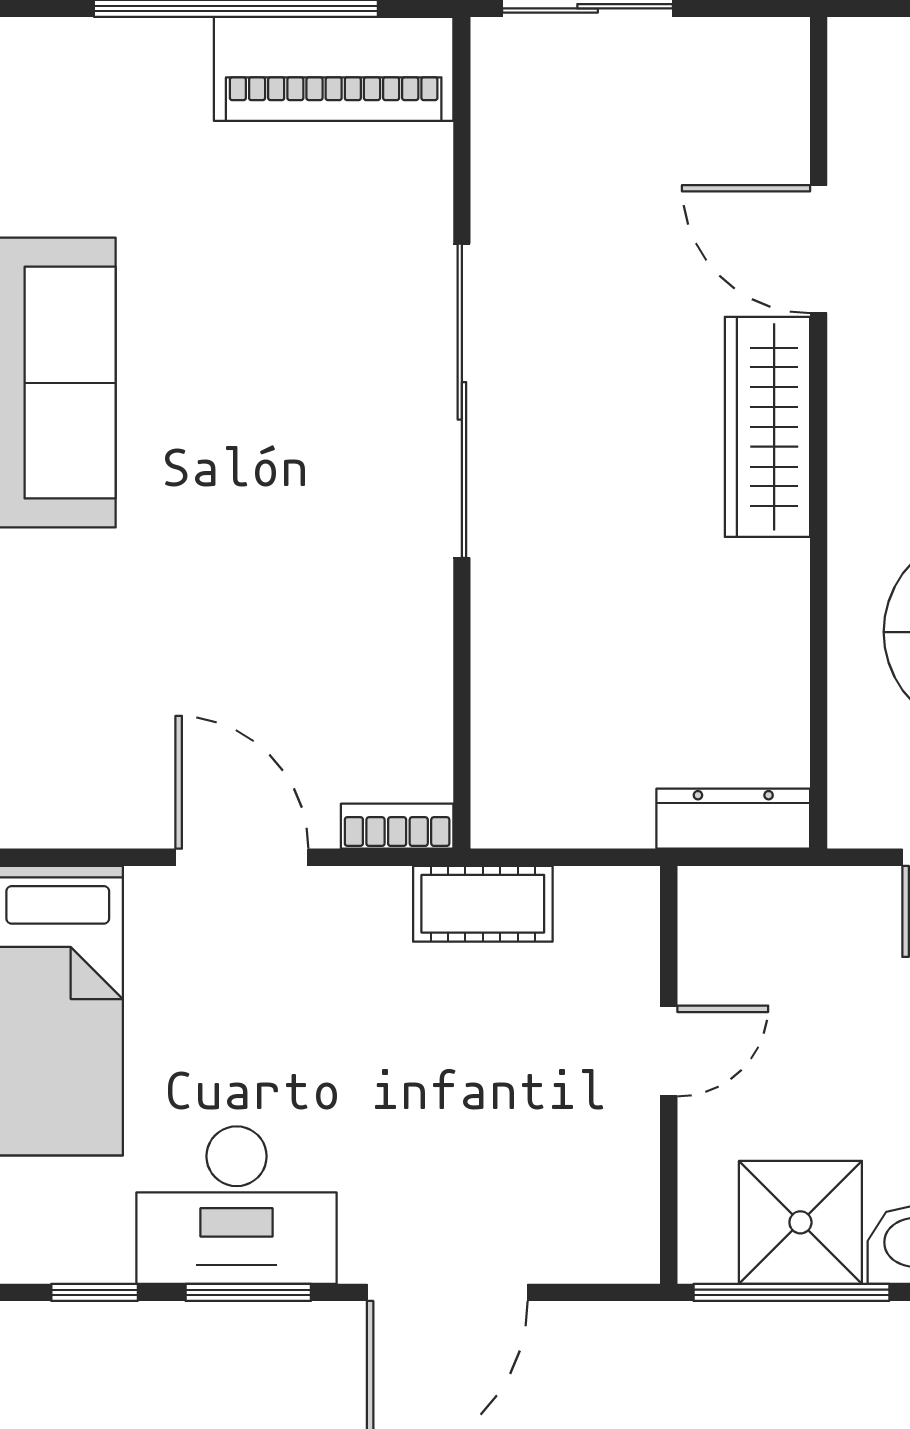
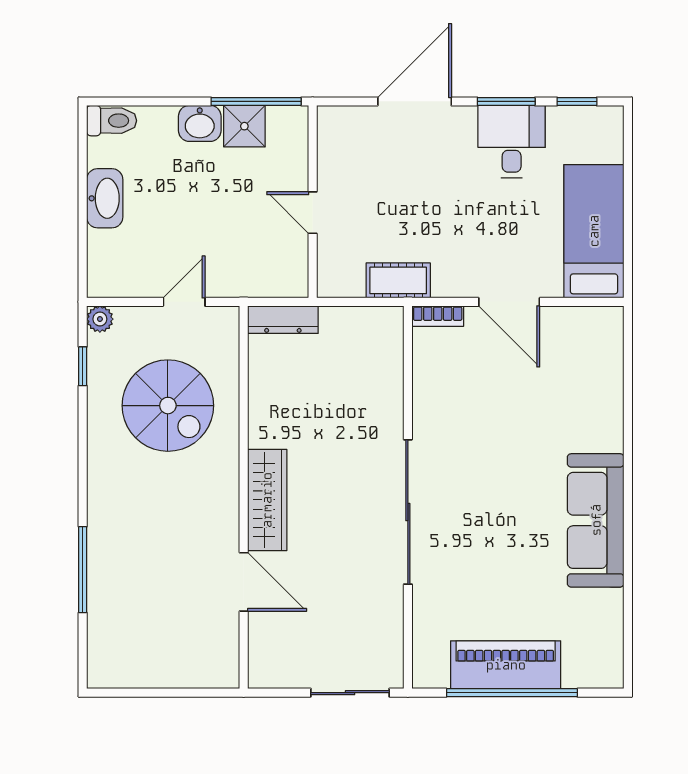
piano: (334, 69) -> (506, 665), moved
door: (669, 1051) -> (313, 213), hinge flipped
desk: (237, 1205) -> (512, 142), width x0.73
shower: (800, 1222) -> (244, 126), width x0.73, depth x0.73

